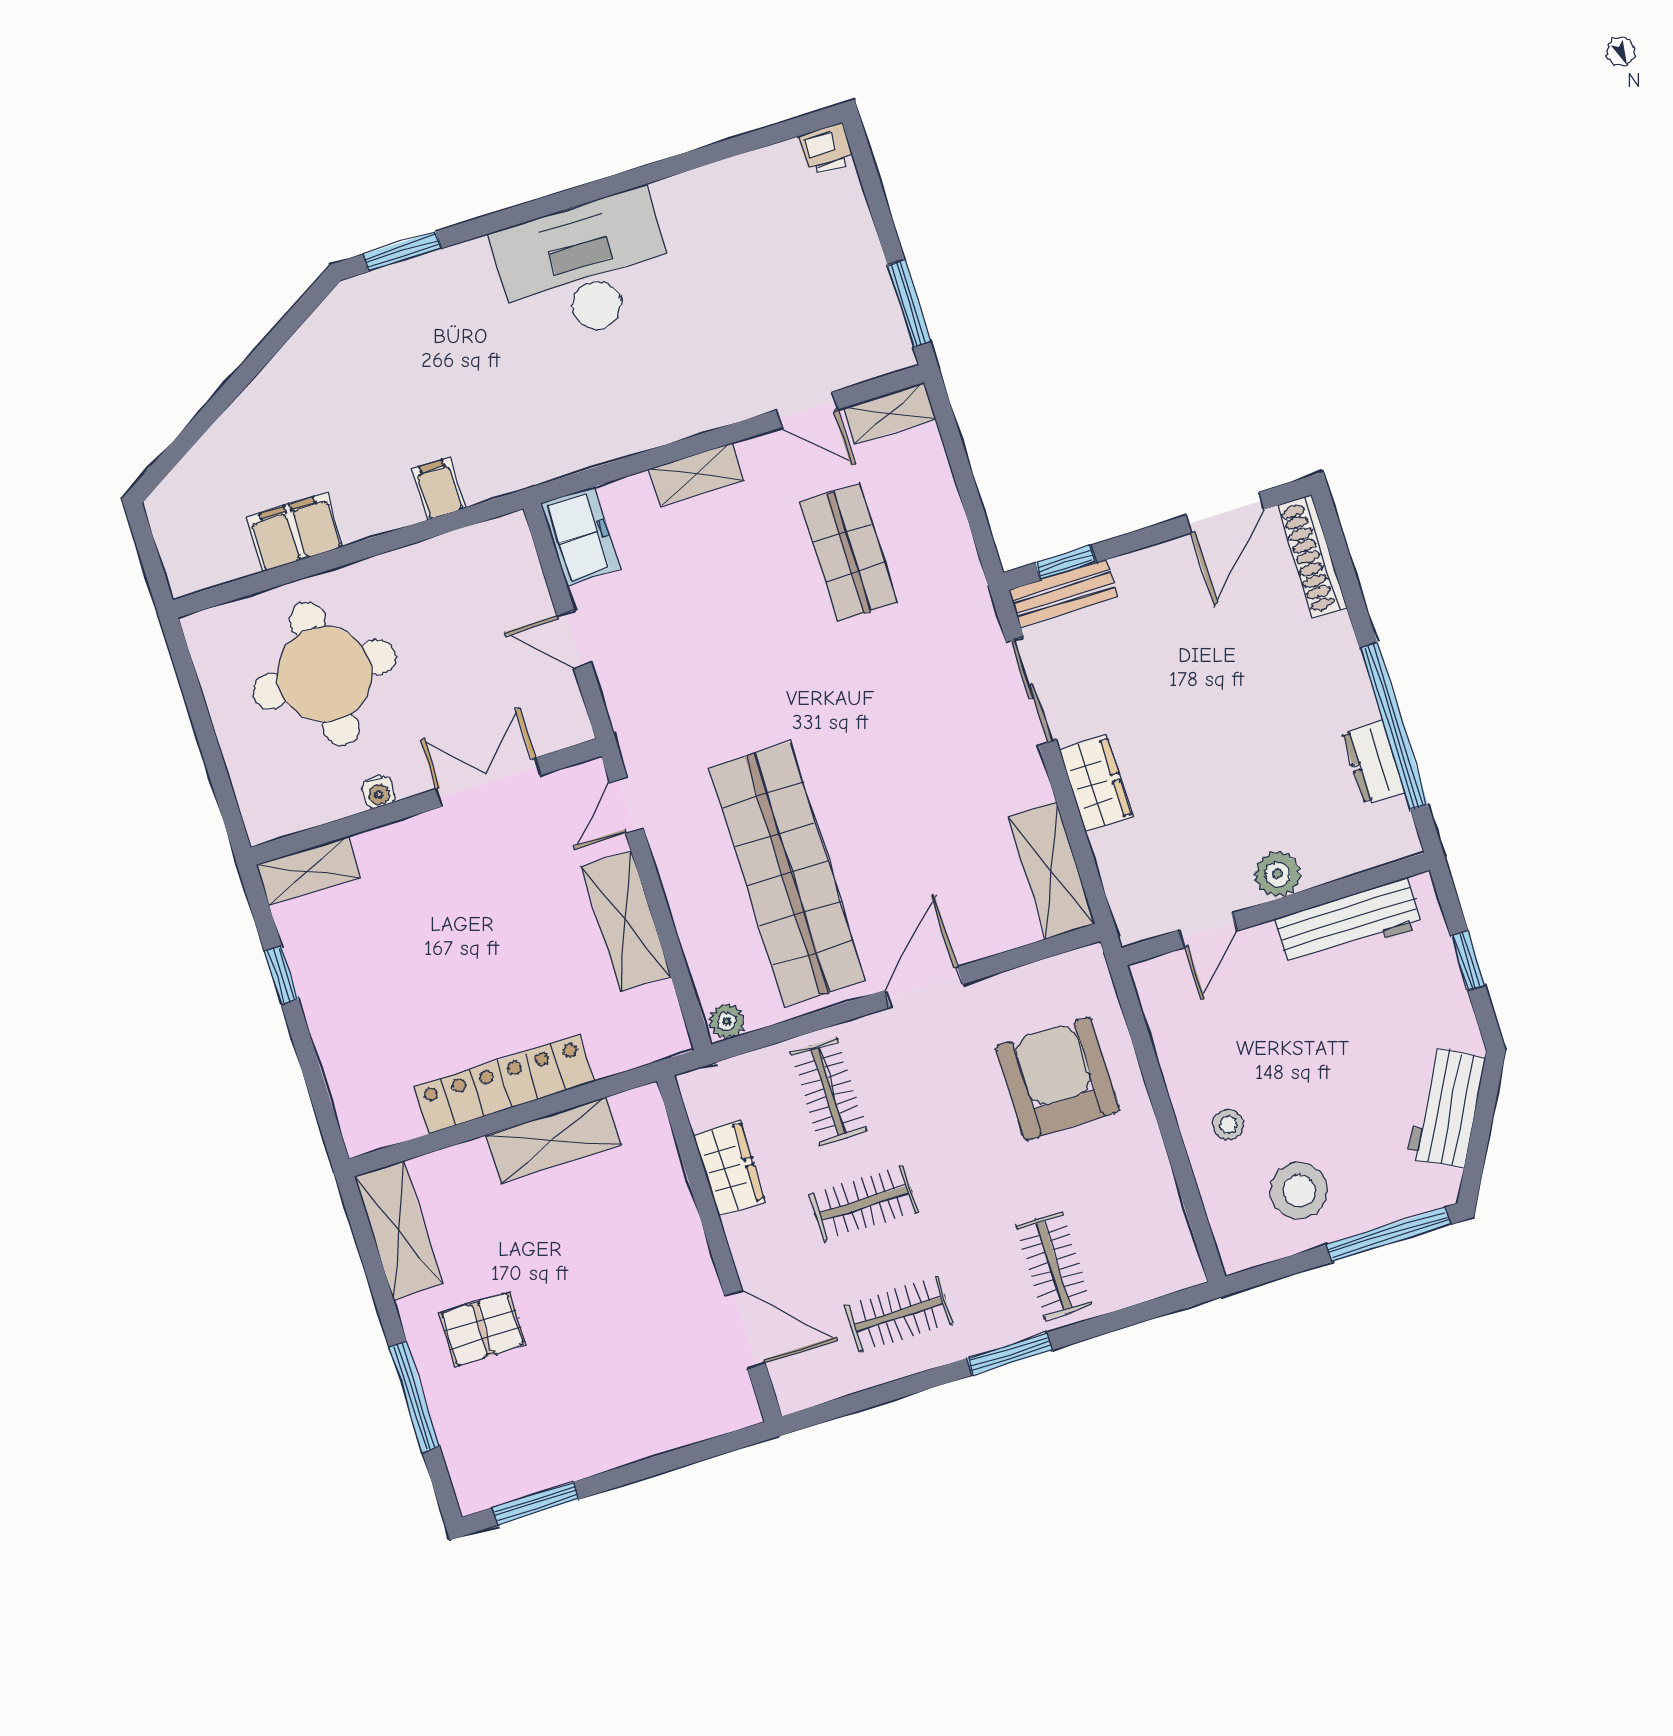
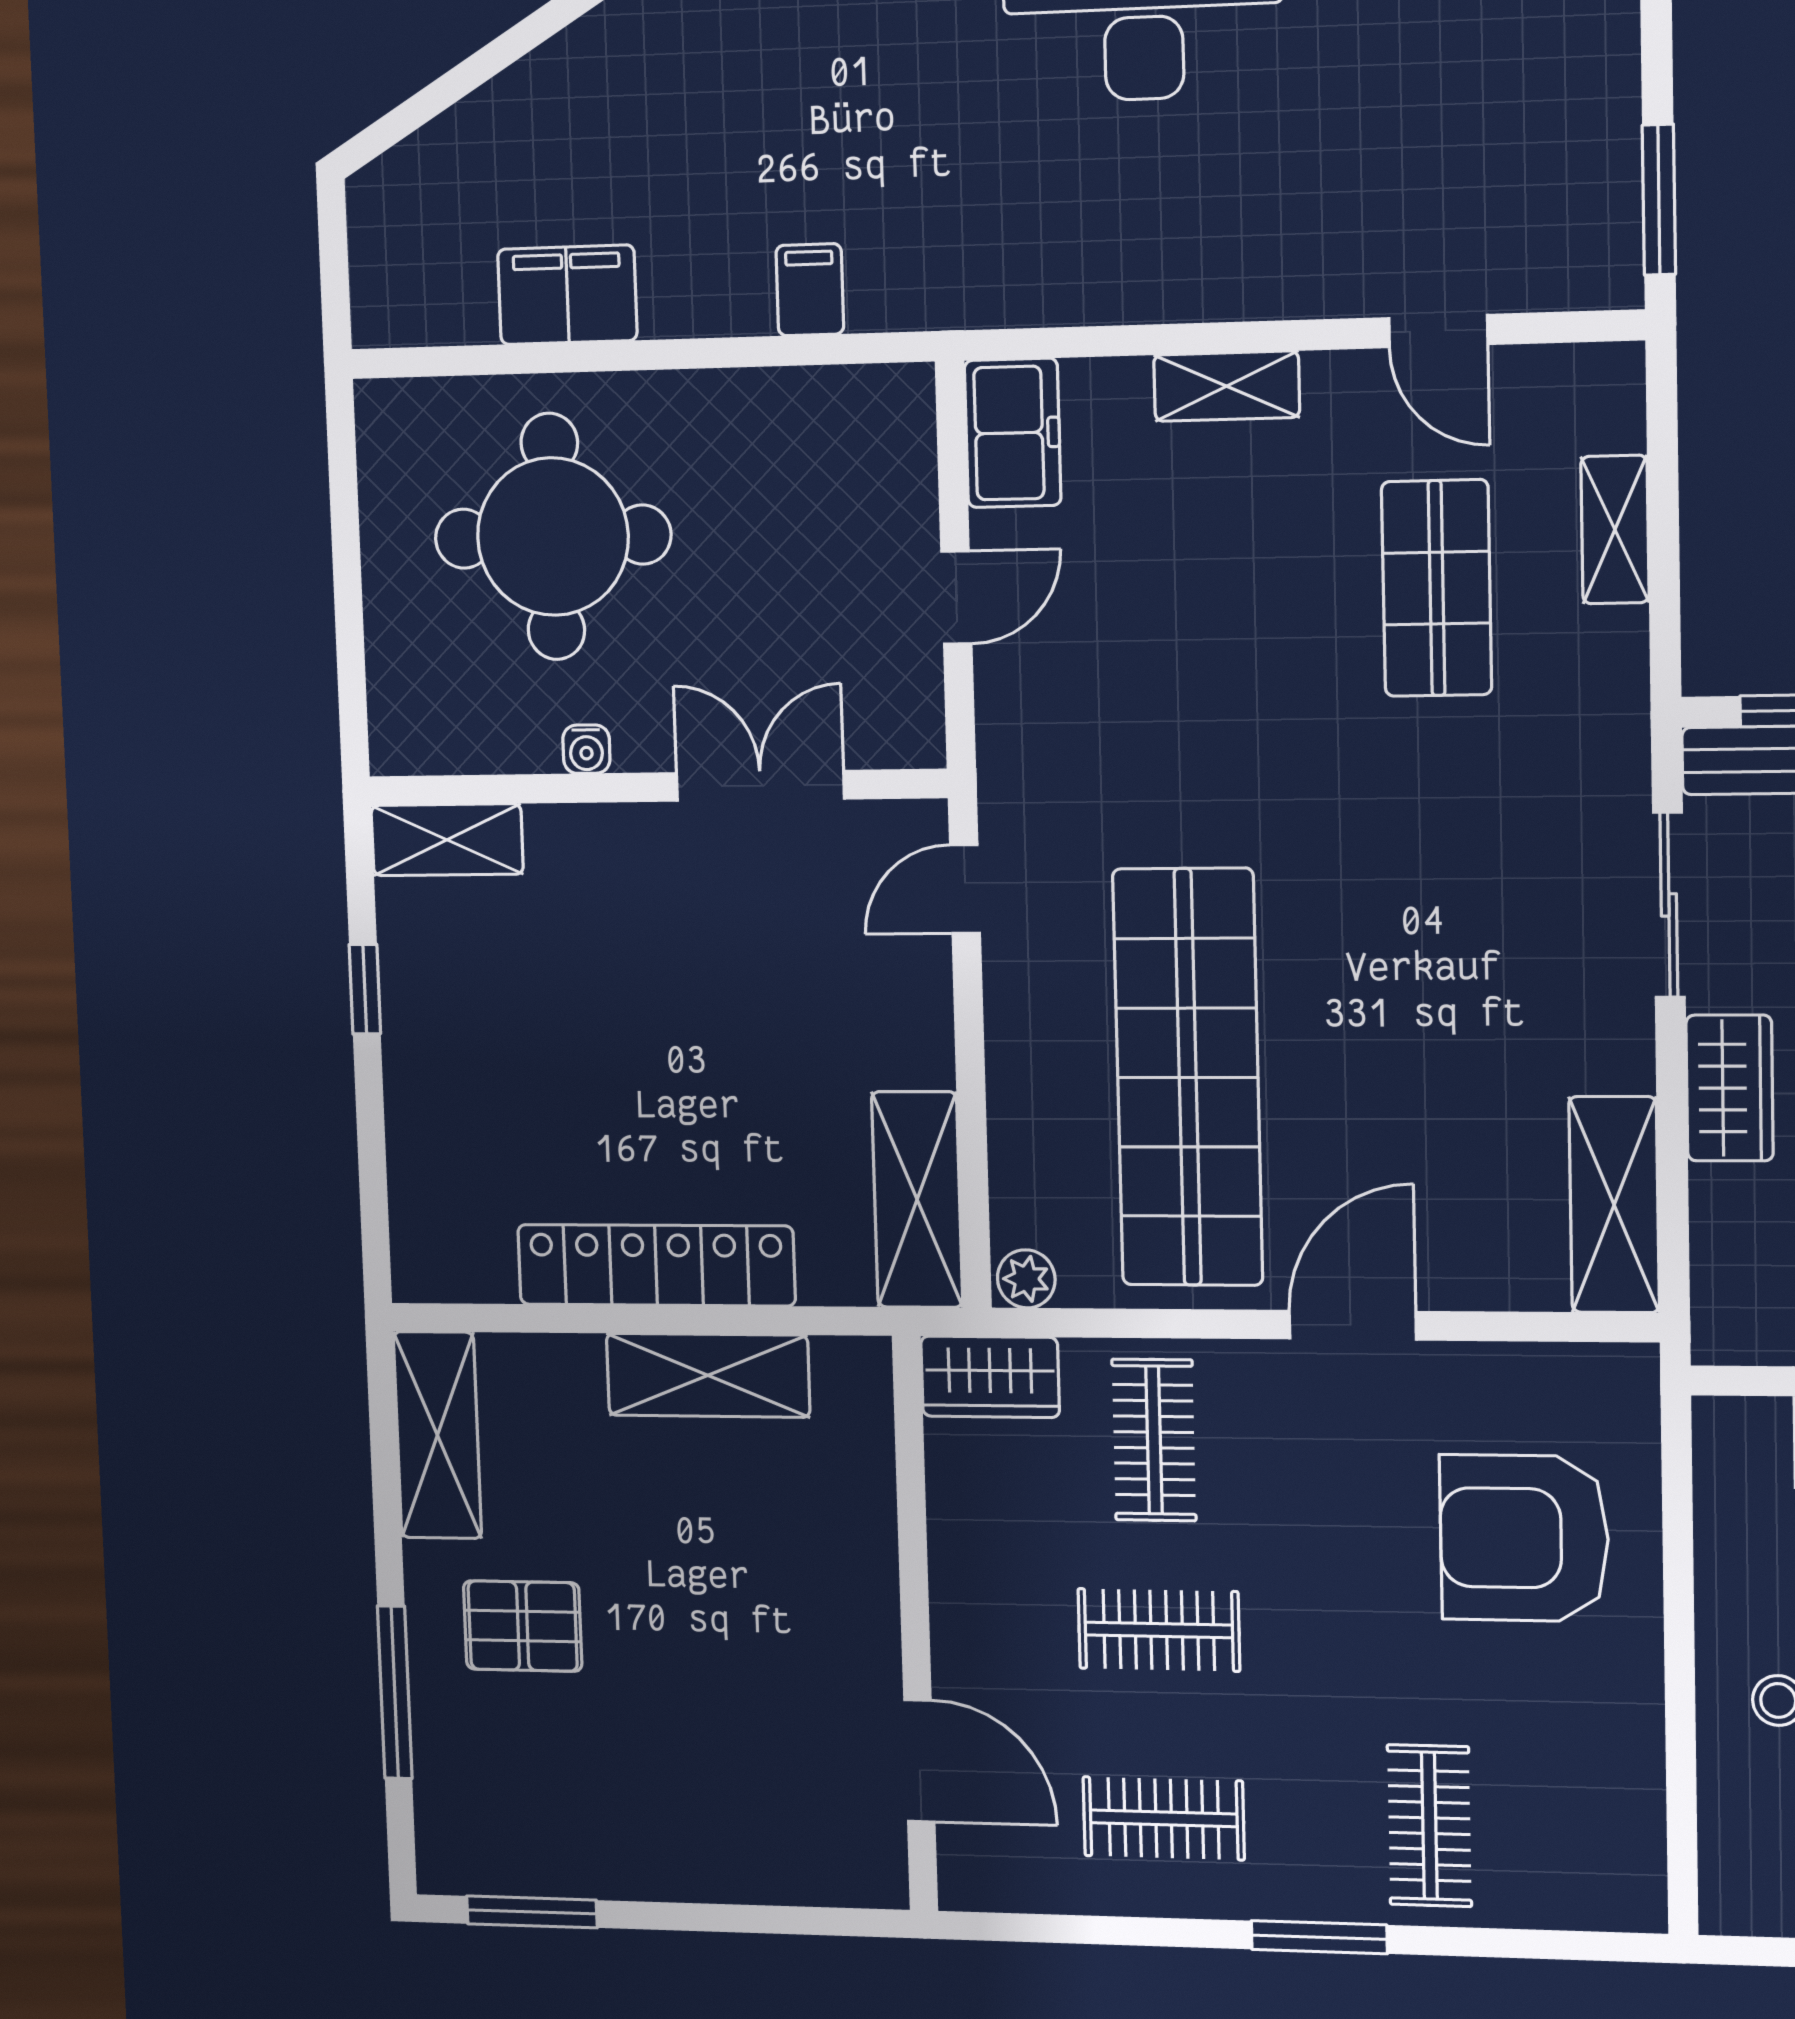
shelving: (890, 413) -> (1615, 530), moved, turned 90
door: (574, 639) -> (956, 598), swing flipped
shelving: (626, 921) -> (917, 1200), moved
armchair: (1058, 1079) -> (1524, 1538), turned -90
wardrobe: (729, 1168) -> (990, 1377), moved, turned 90

